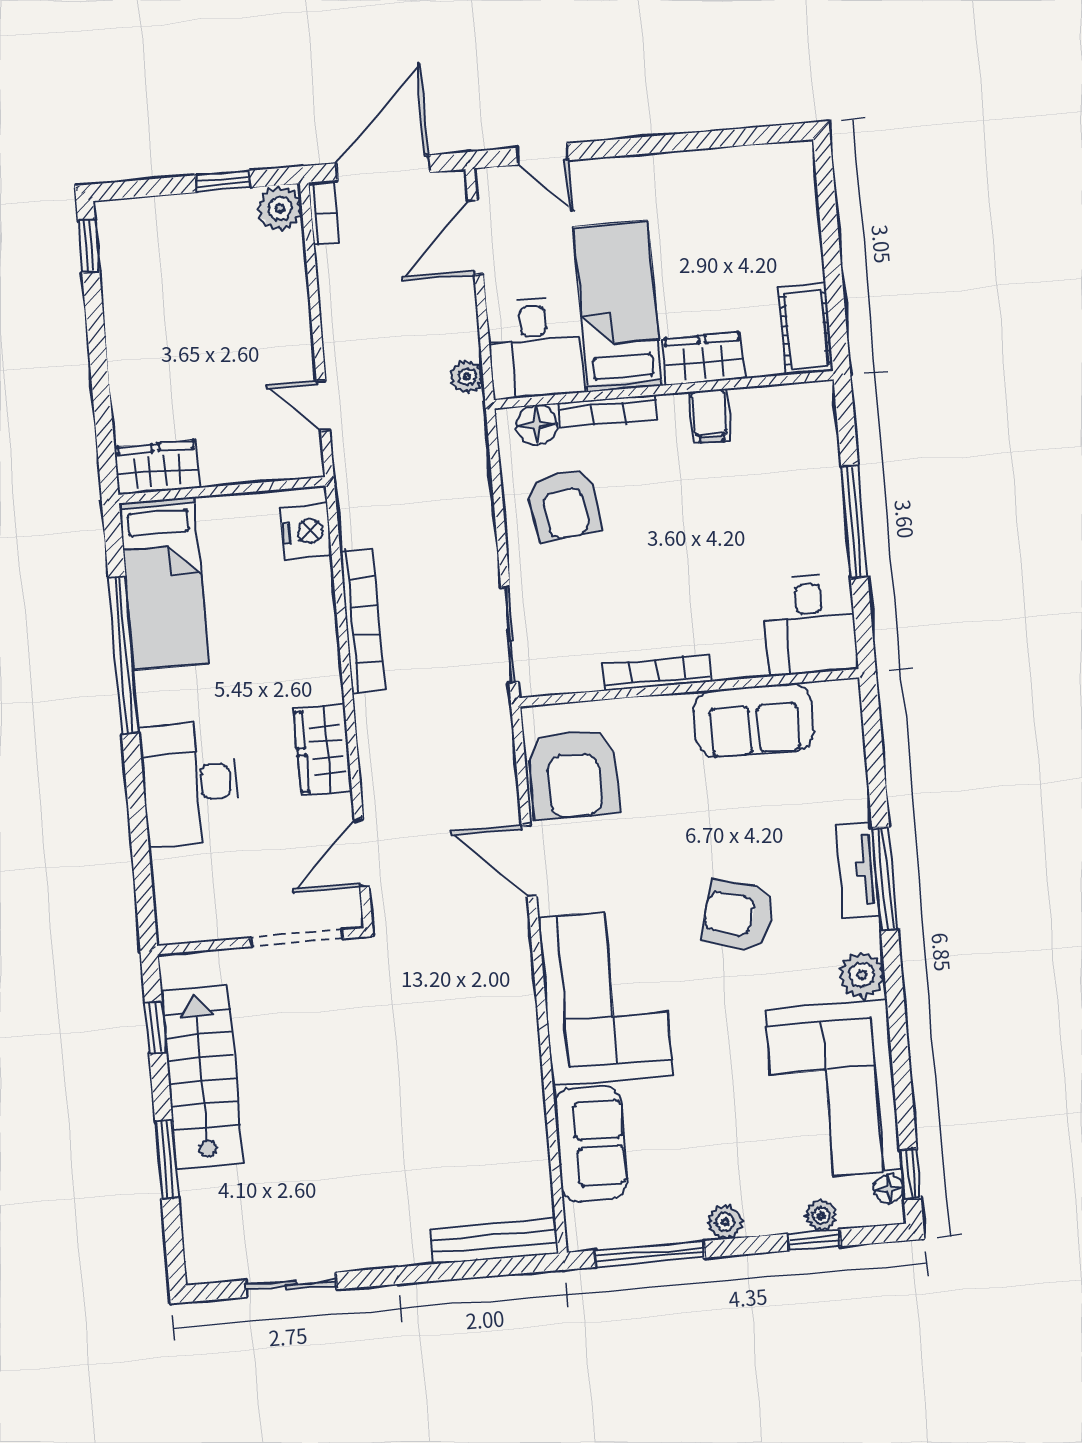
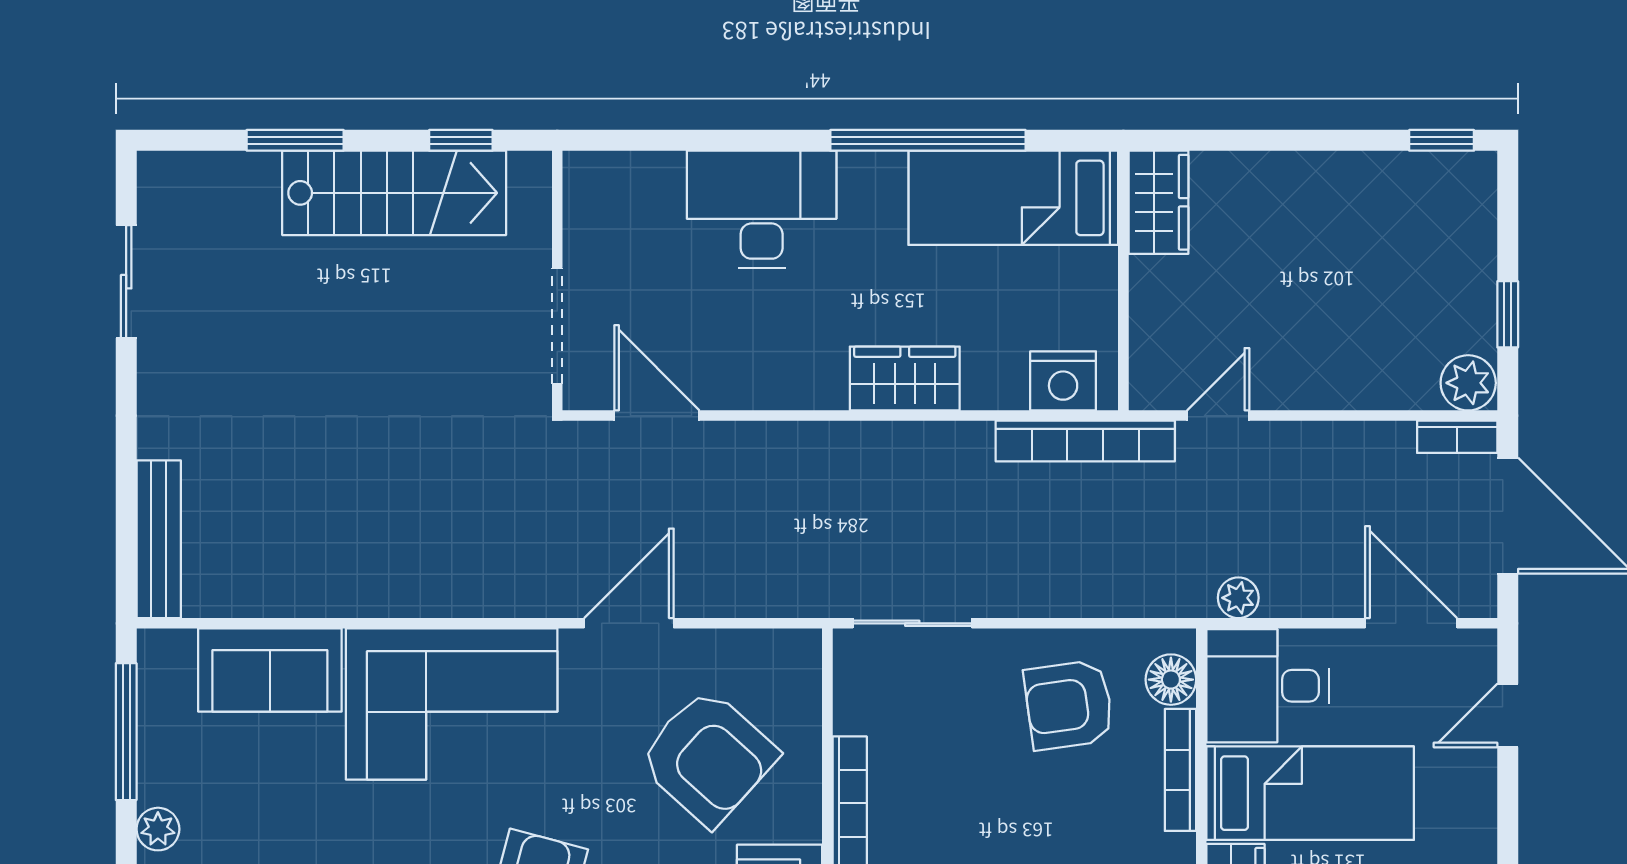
bookcase: (362, 620) -> (1085, 441), moved
wardrobe: (323, 750) -> (905, 378), moved
armchair: (574, 774) -> (708, 757), moved, turned -138

